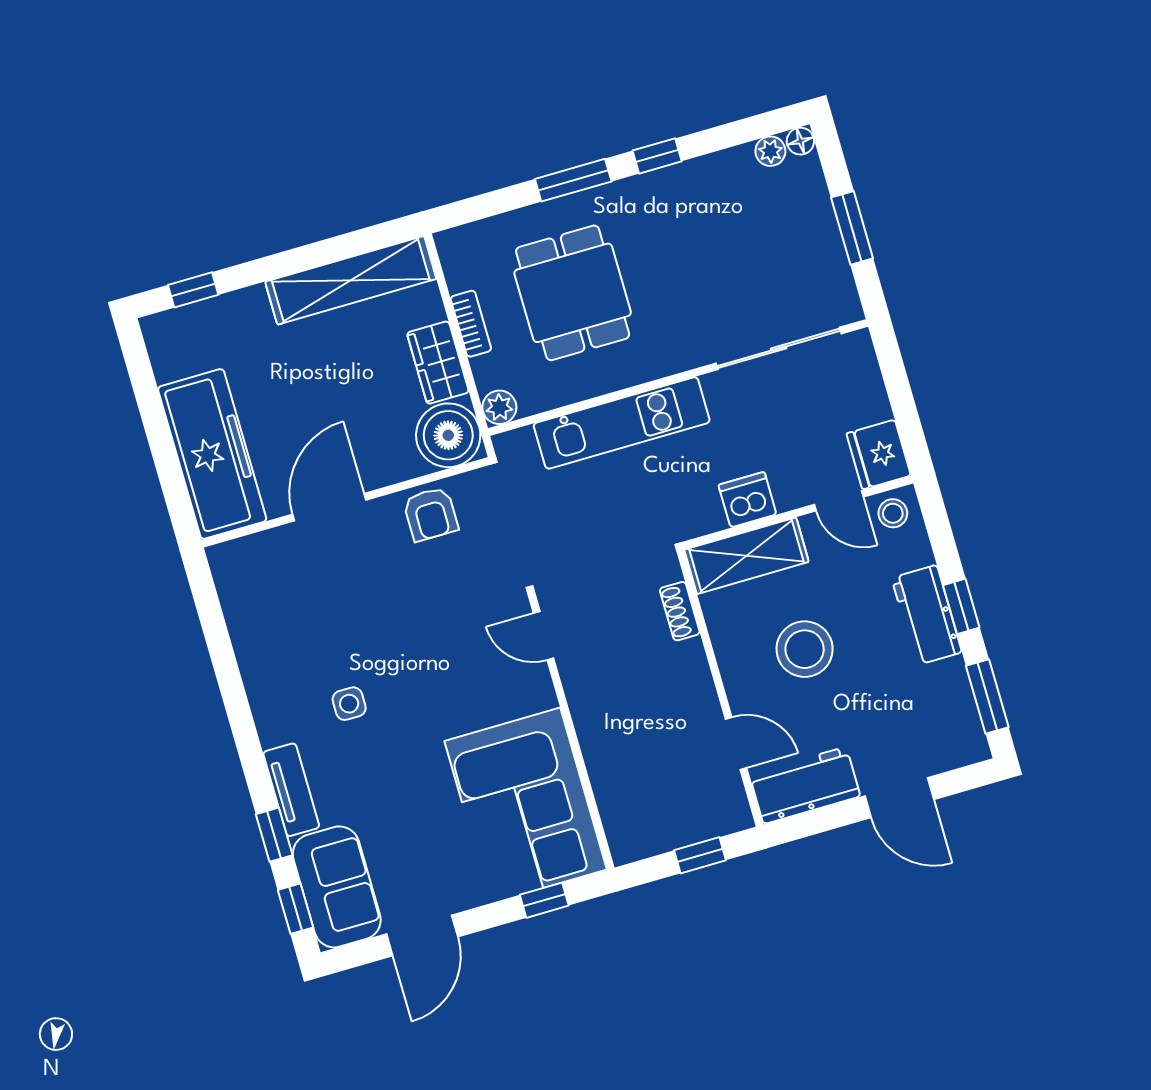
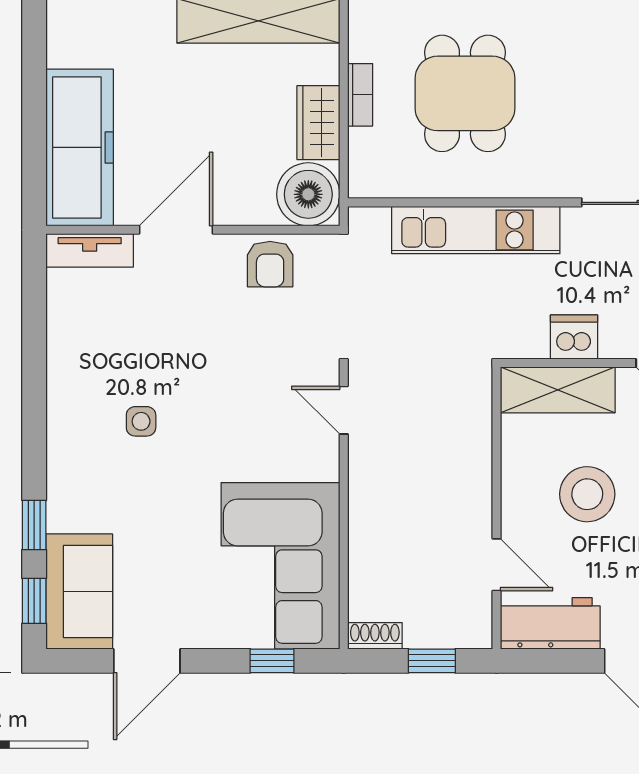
plant: (499, 407) -> (364, 182), removed
shoe rack: (680, 611) -> (375, 636), moved, turned 90
tv unit: (291, 790) -> (90, 250), moved, turned 90

